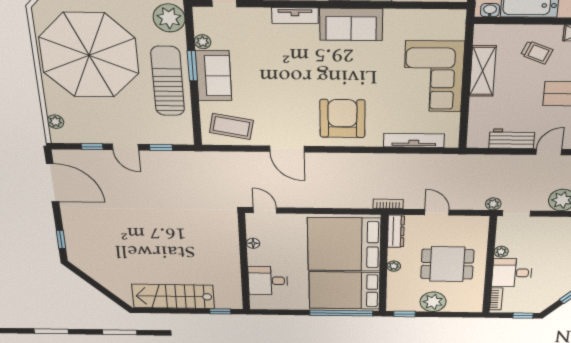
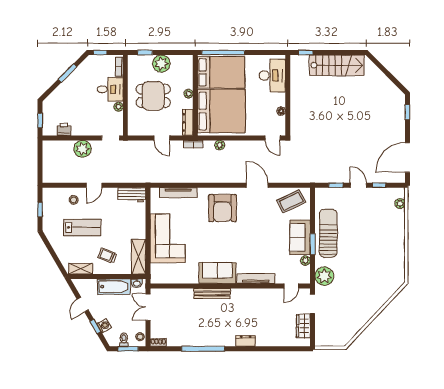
tv unit: (295, 16) -> (256, 278), width x1.41
parasol: (89, 55) -> (374, 251), removed
shelving: (483, 71) -> (139, 257), moved
sun lounger: (168, 81) -> (328, 233), turned 180
coffee table: (231, 126) -> (291, 201), turned -37
workbench: (512, 139) -> (132, 195), moved
door: (53, 183) -> (407, 157), hinge flipped
plant: (493, 204) -> (220, 145), moved
desk: (268, 281) -> (272, 75), width x1.37
window: (404, 314) -> (145, 53), moved

